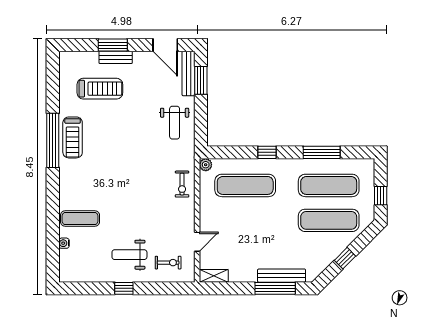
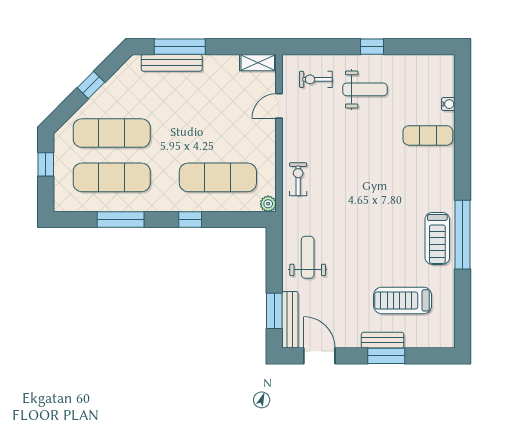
treadmill: (73, 137) -> (437, 238), turned 180

